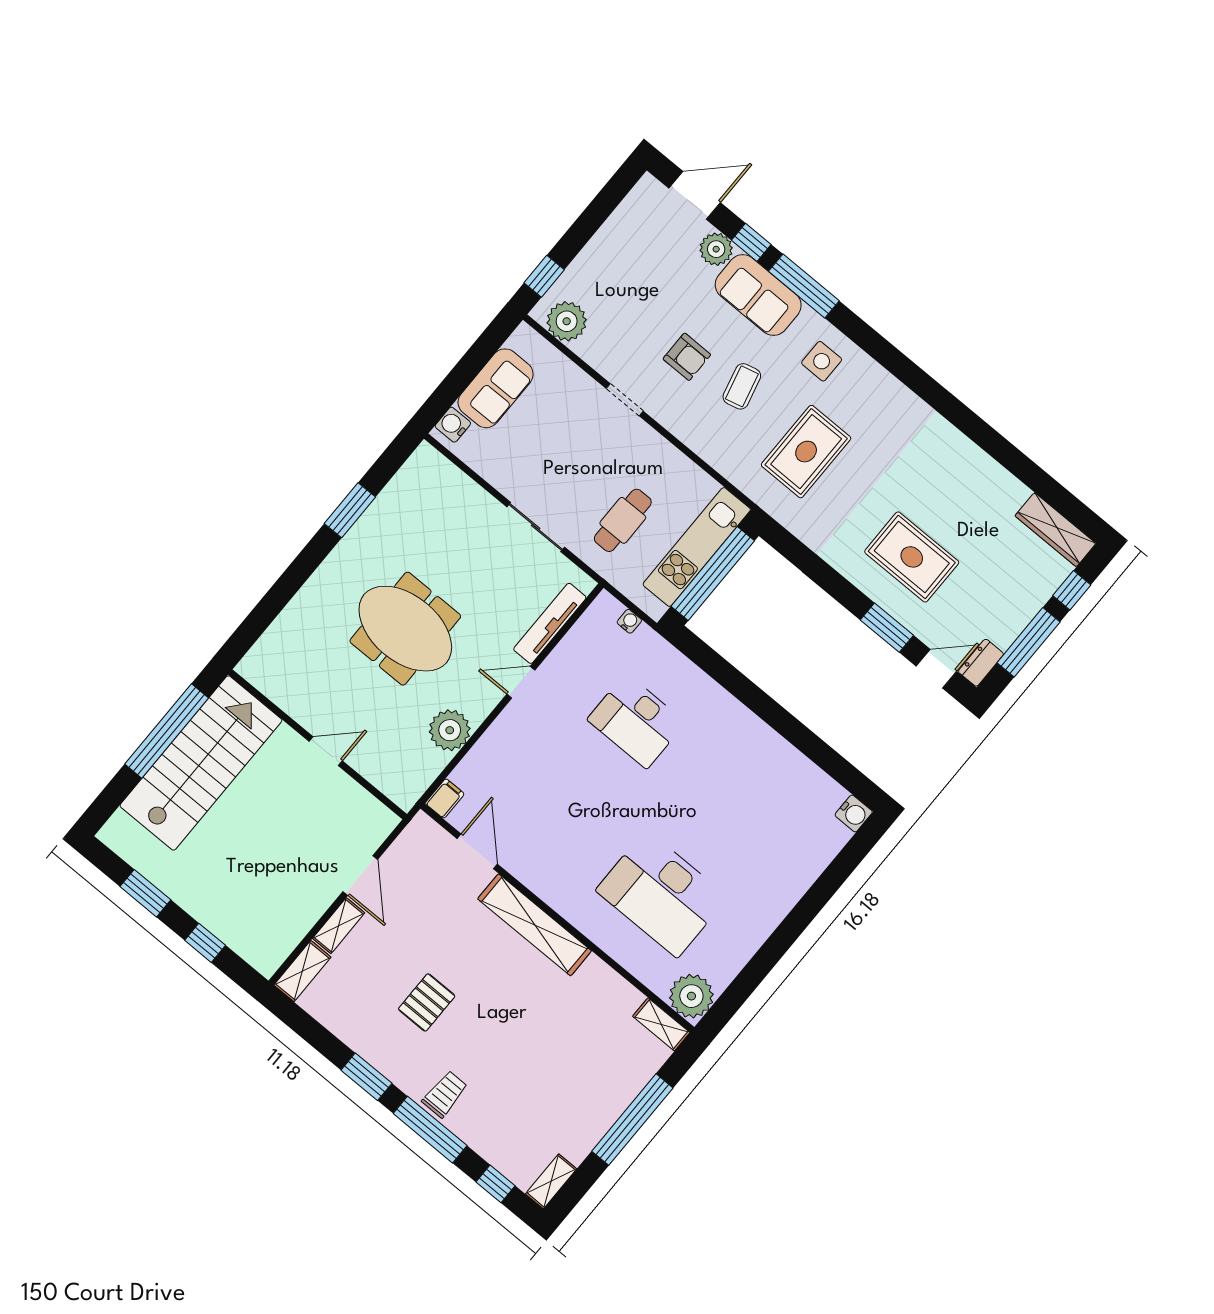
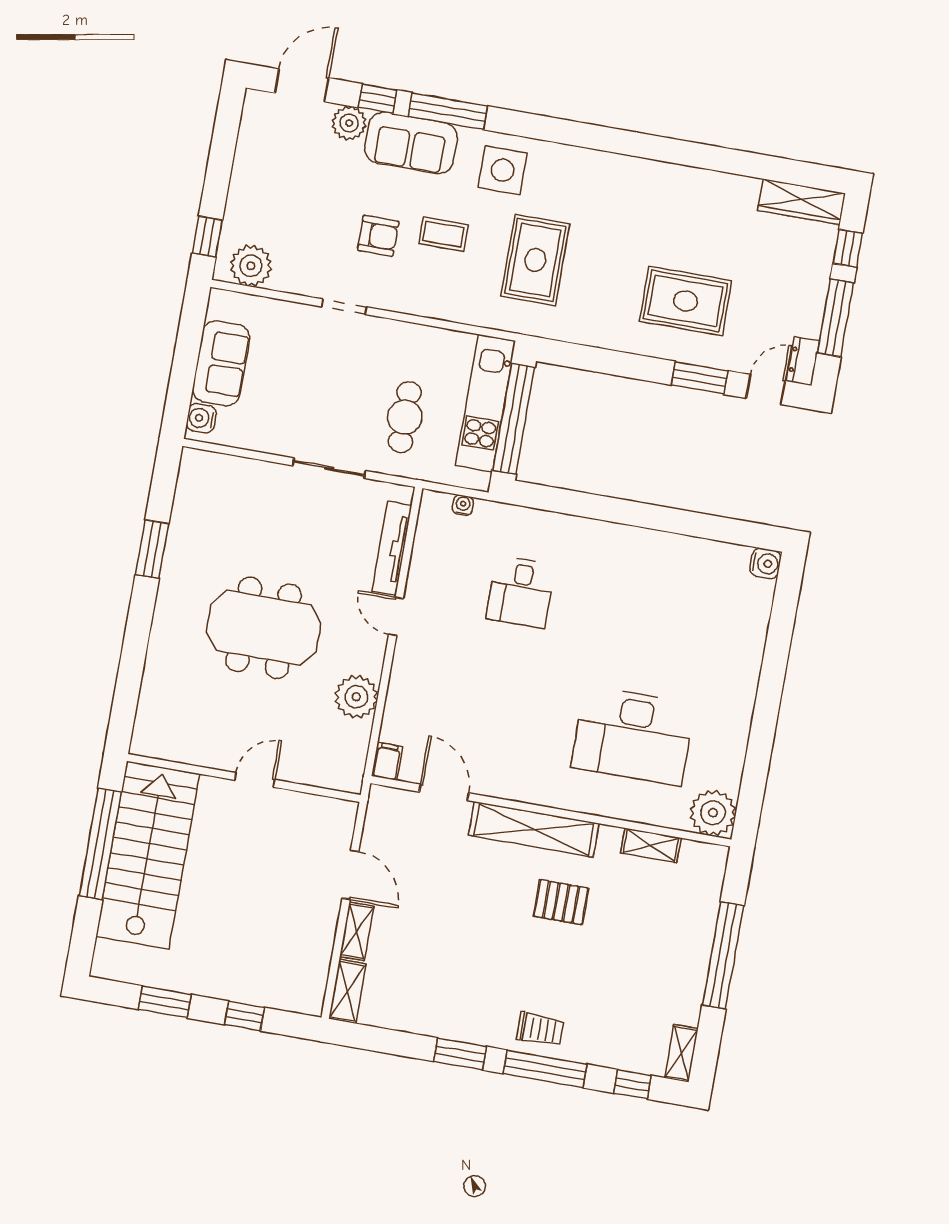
side table: (822, 361) -> (503, 170), width x1.37, depth x1.37
coffee table: (742, 386) -> (443, 234), turned -76
door: (521, 682) -> (396, 617), hinge flipped
desk: (636, 721) -> (521, 592), width x0.73
pallet: (427, 1002) -> (561, 902), moved, turned 90
shelving: (661, 1024) -> (651, 845), moved
trolley: (445, 1094) -> (540, 1029), turned 90

